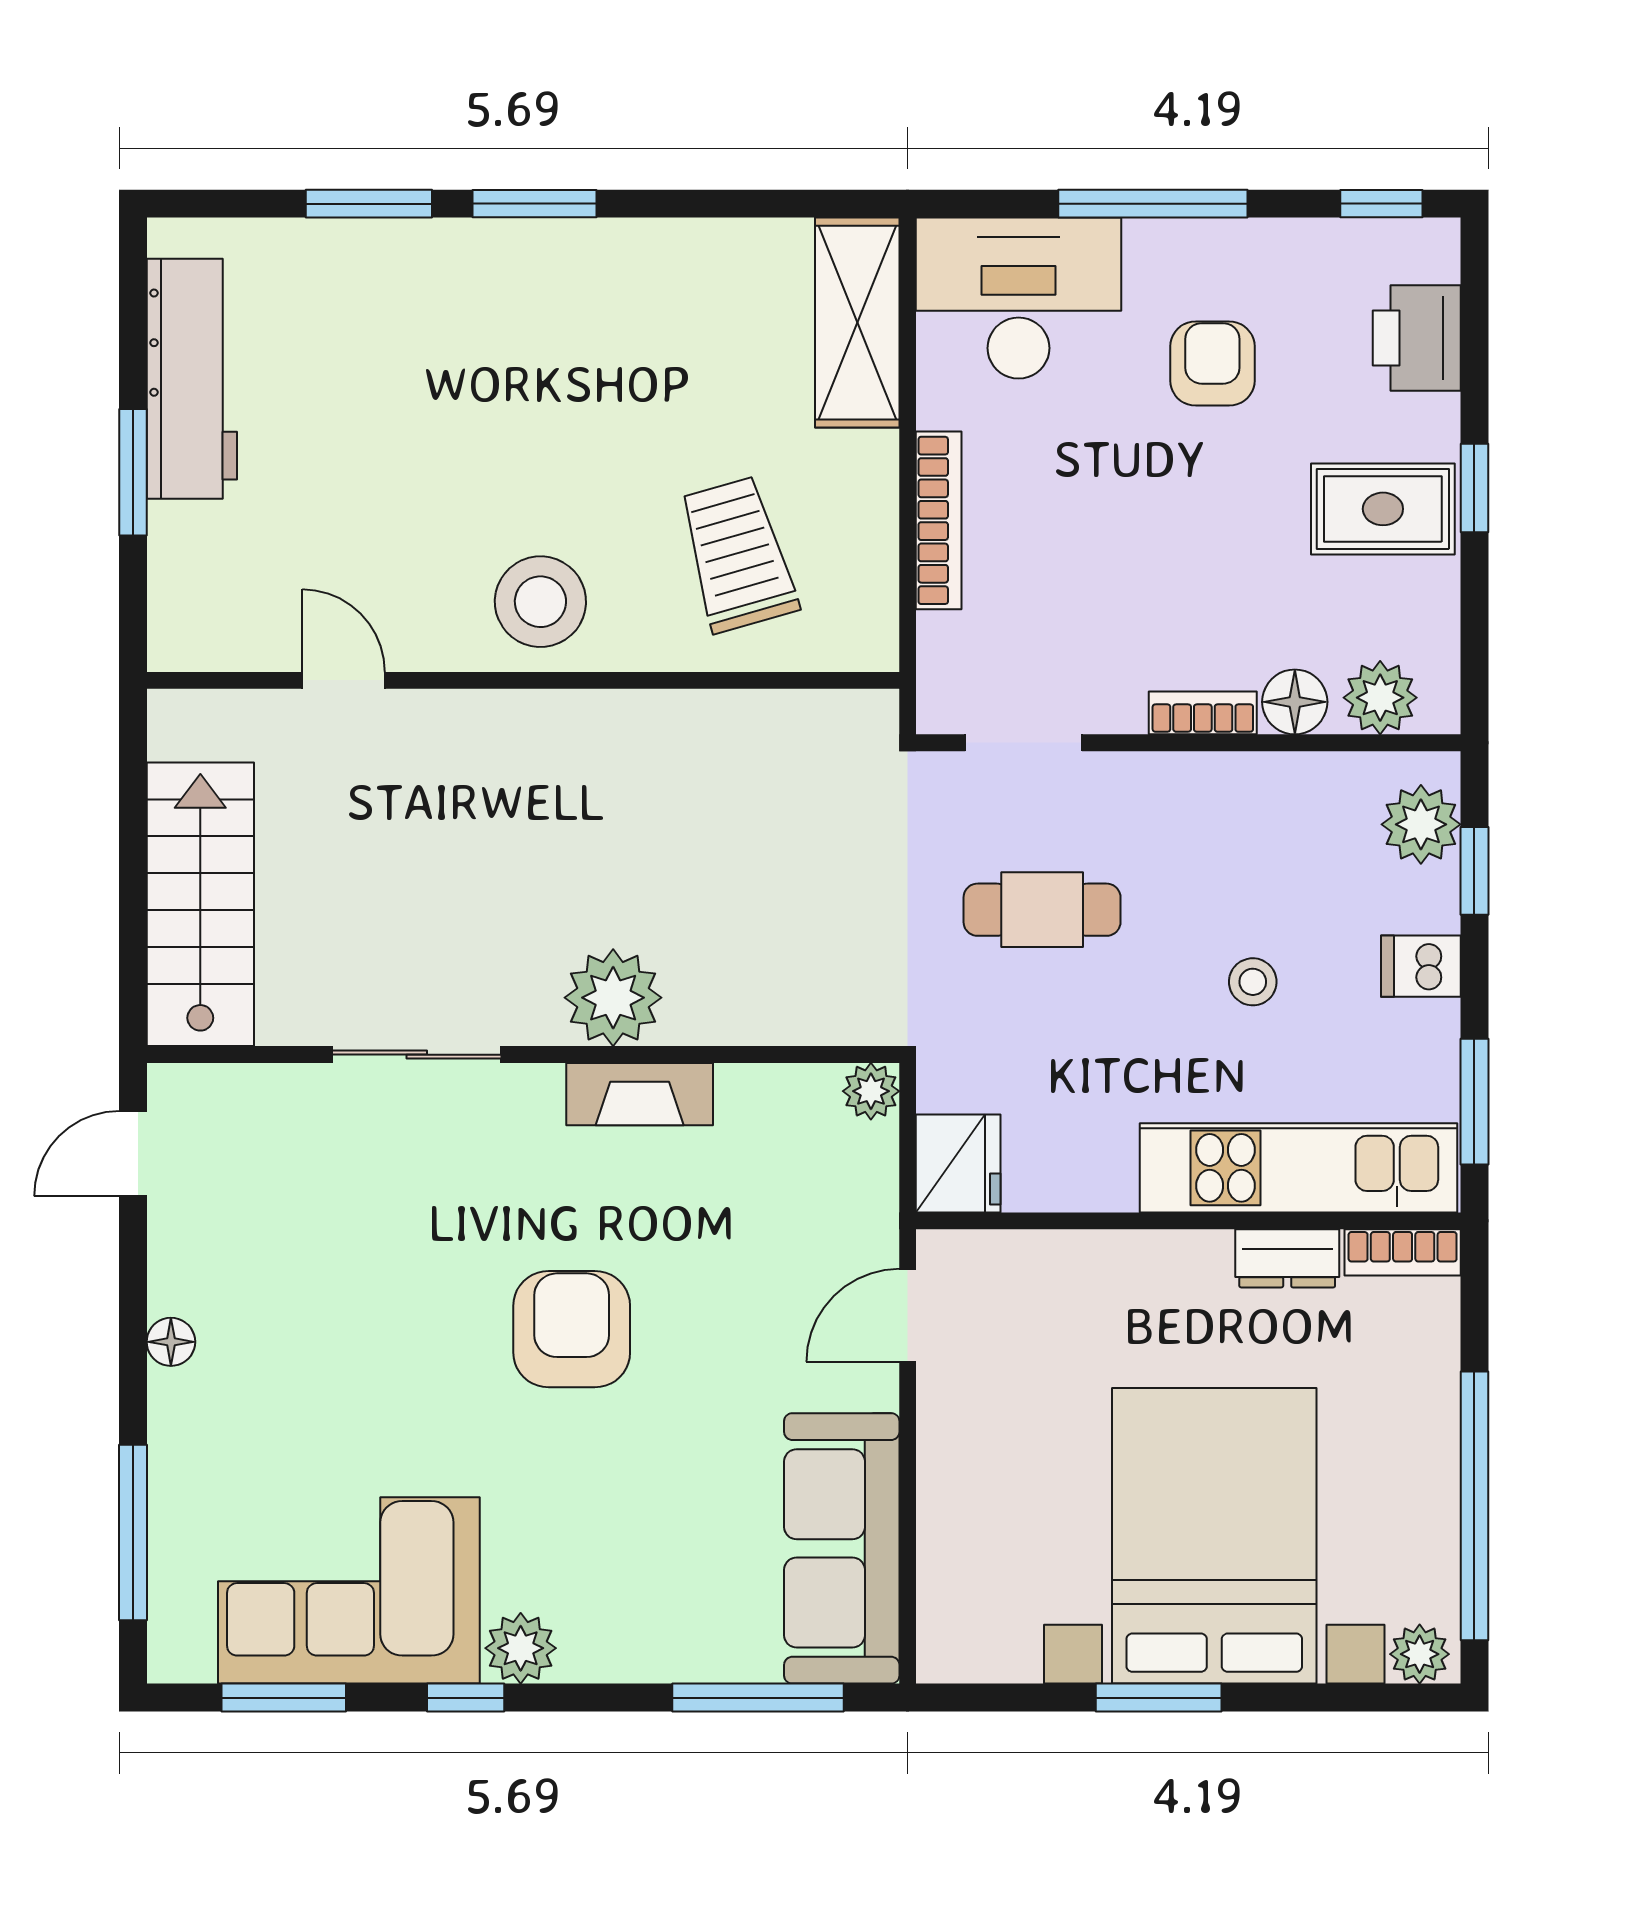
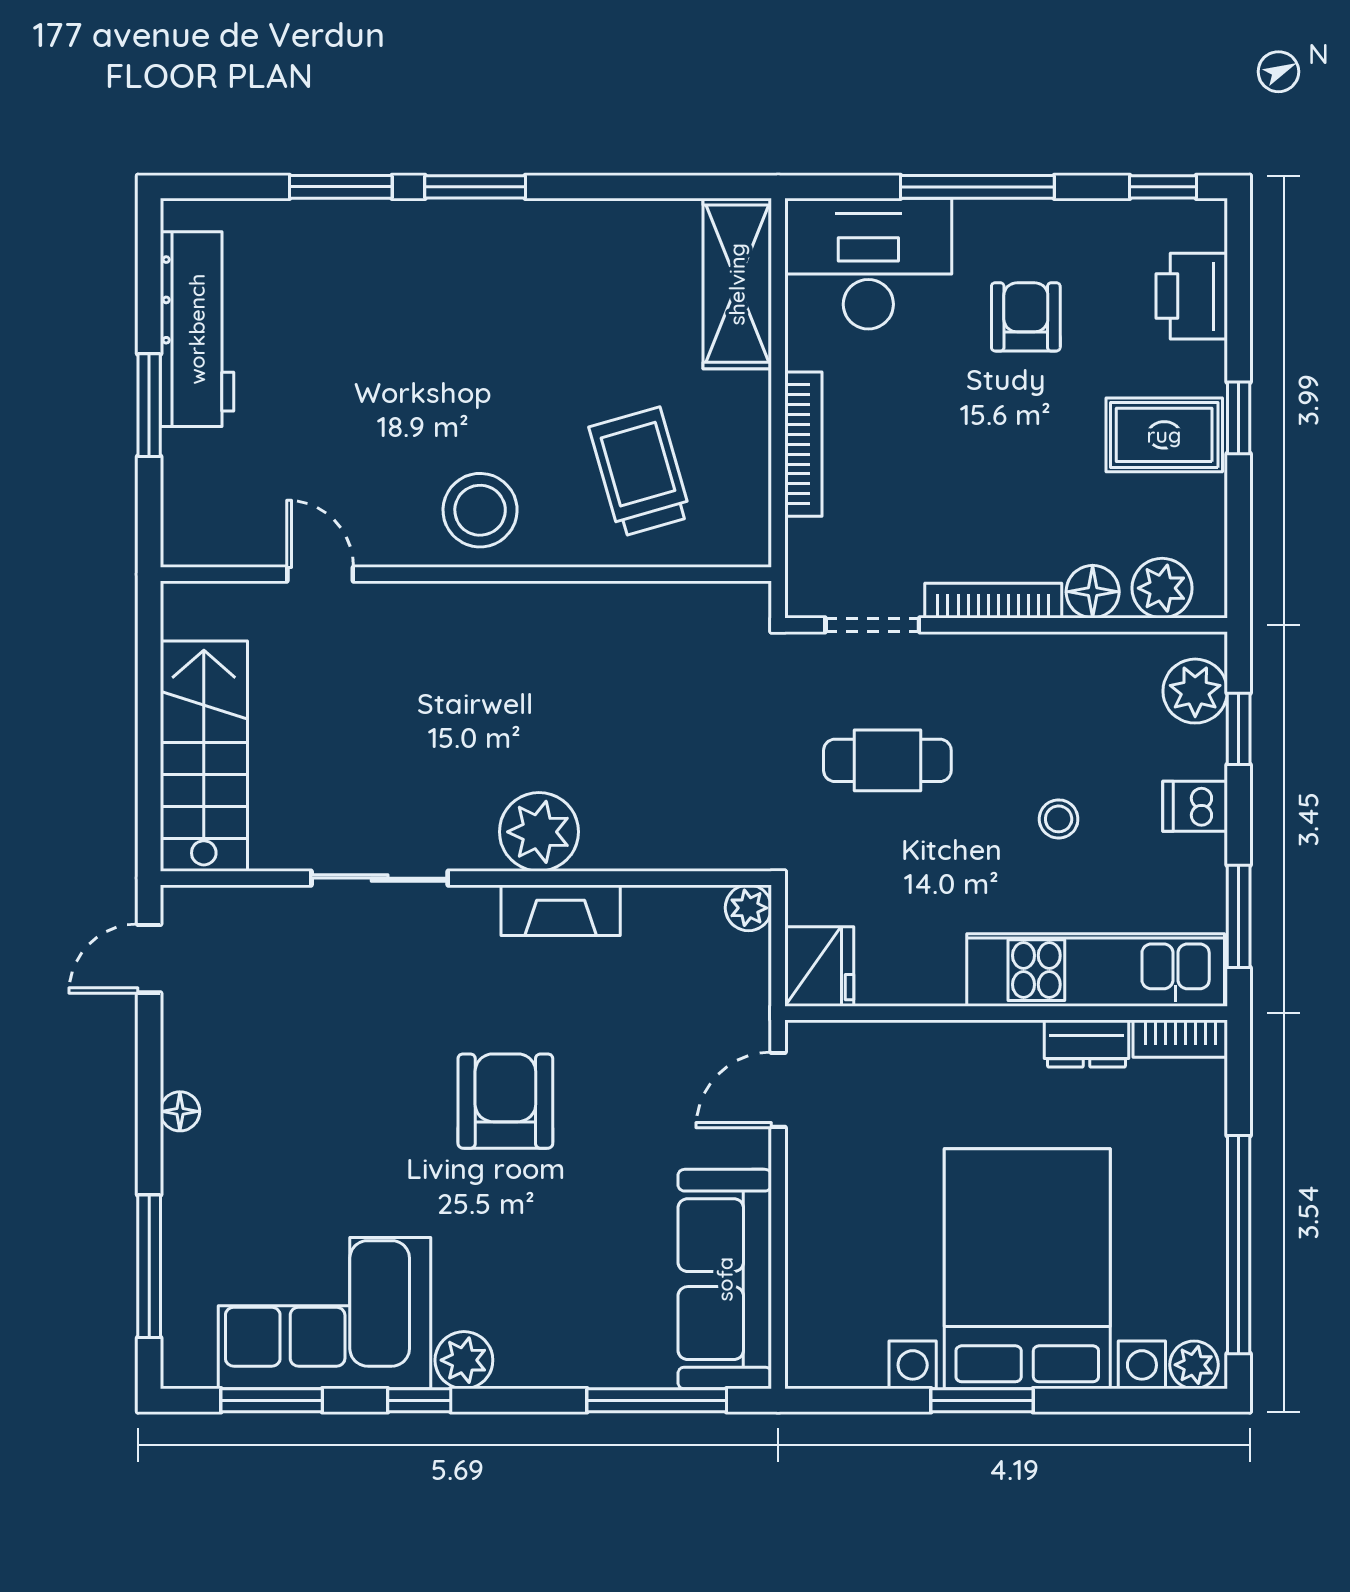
bookcase: (1203, 713) -> (993, 601), width x1.56

